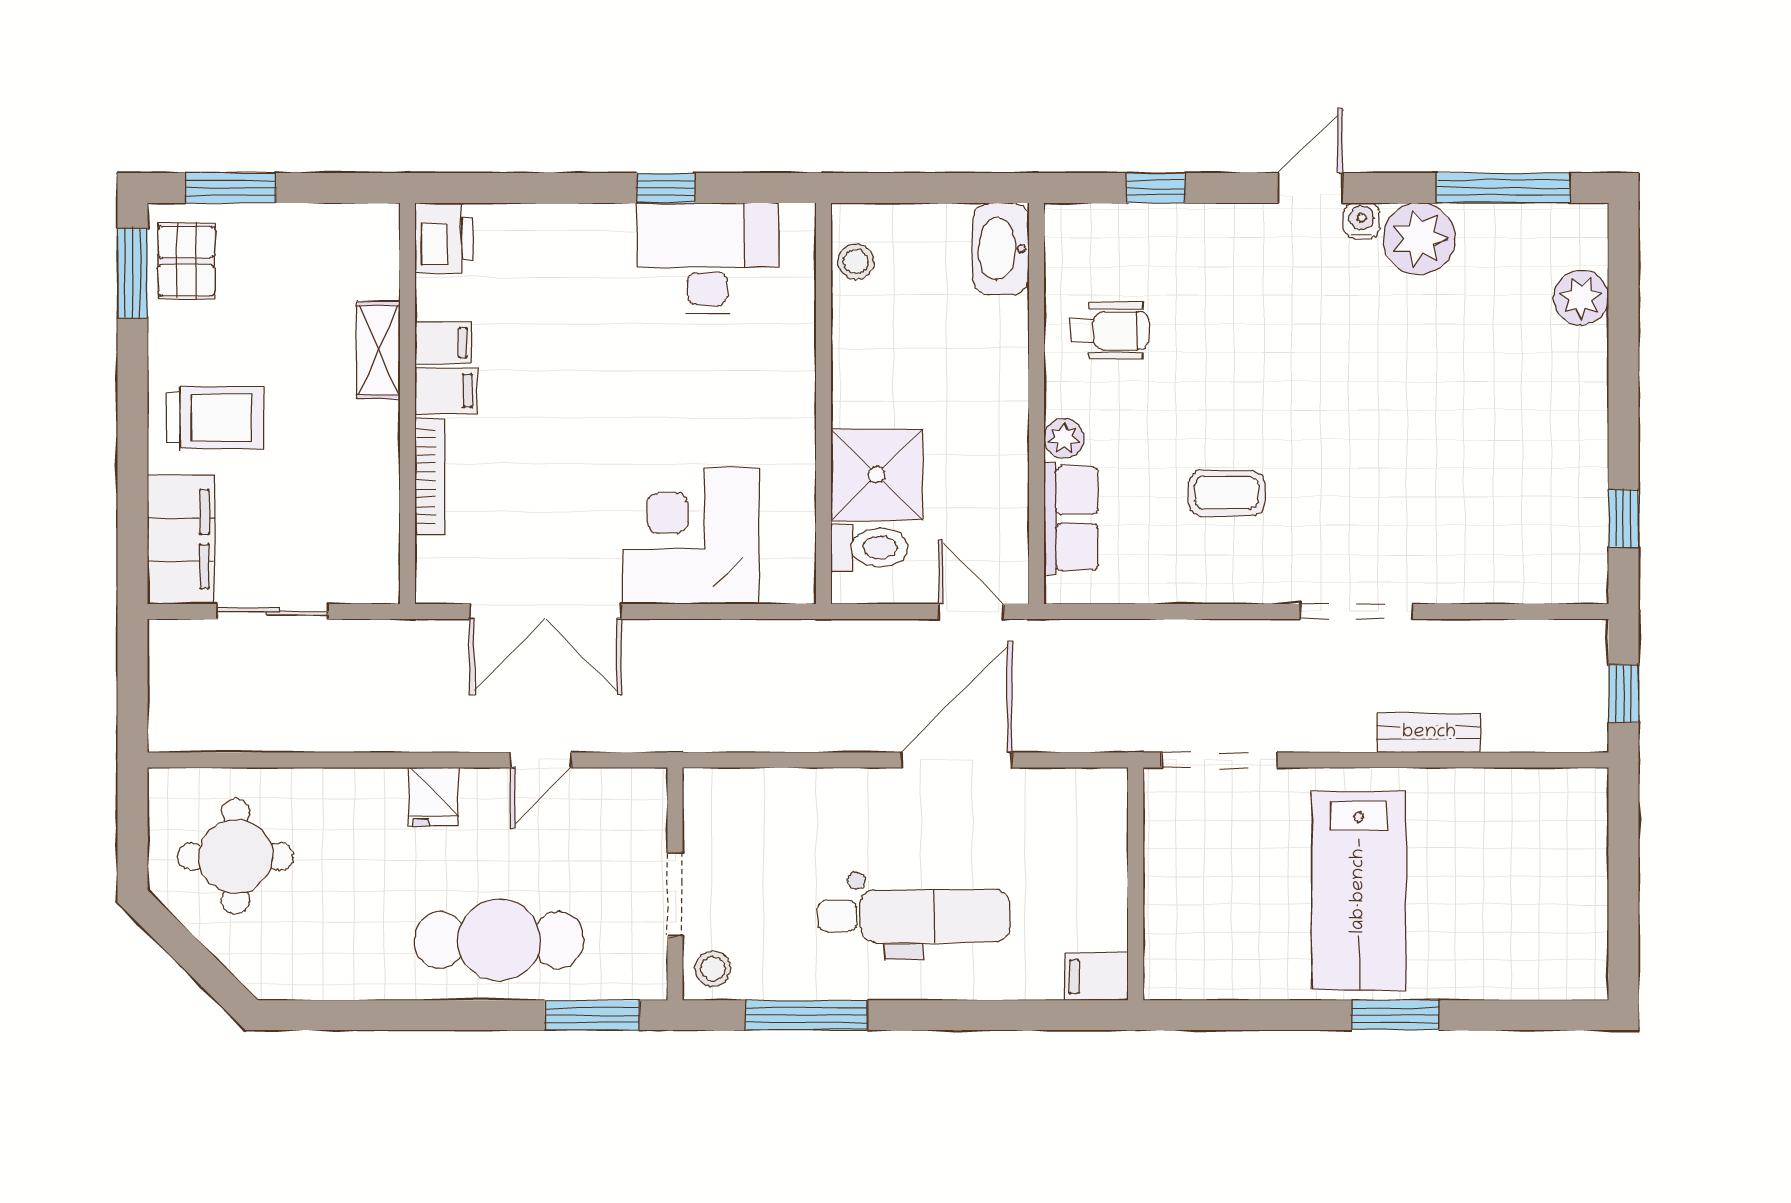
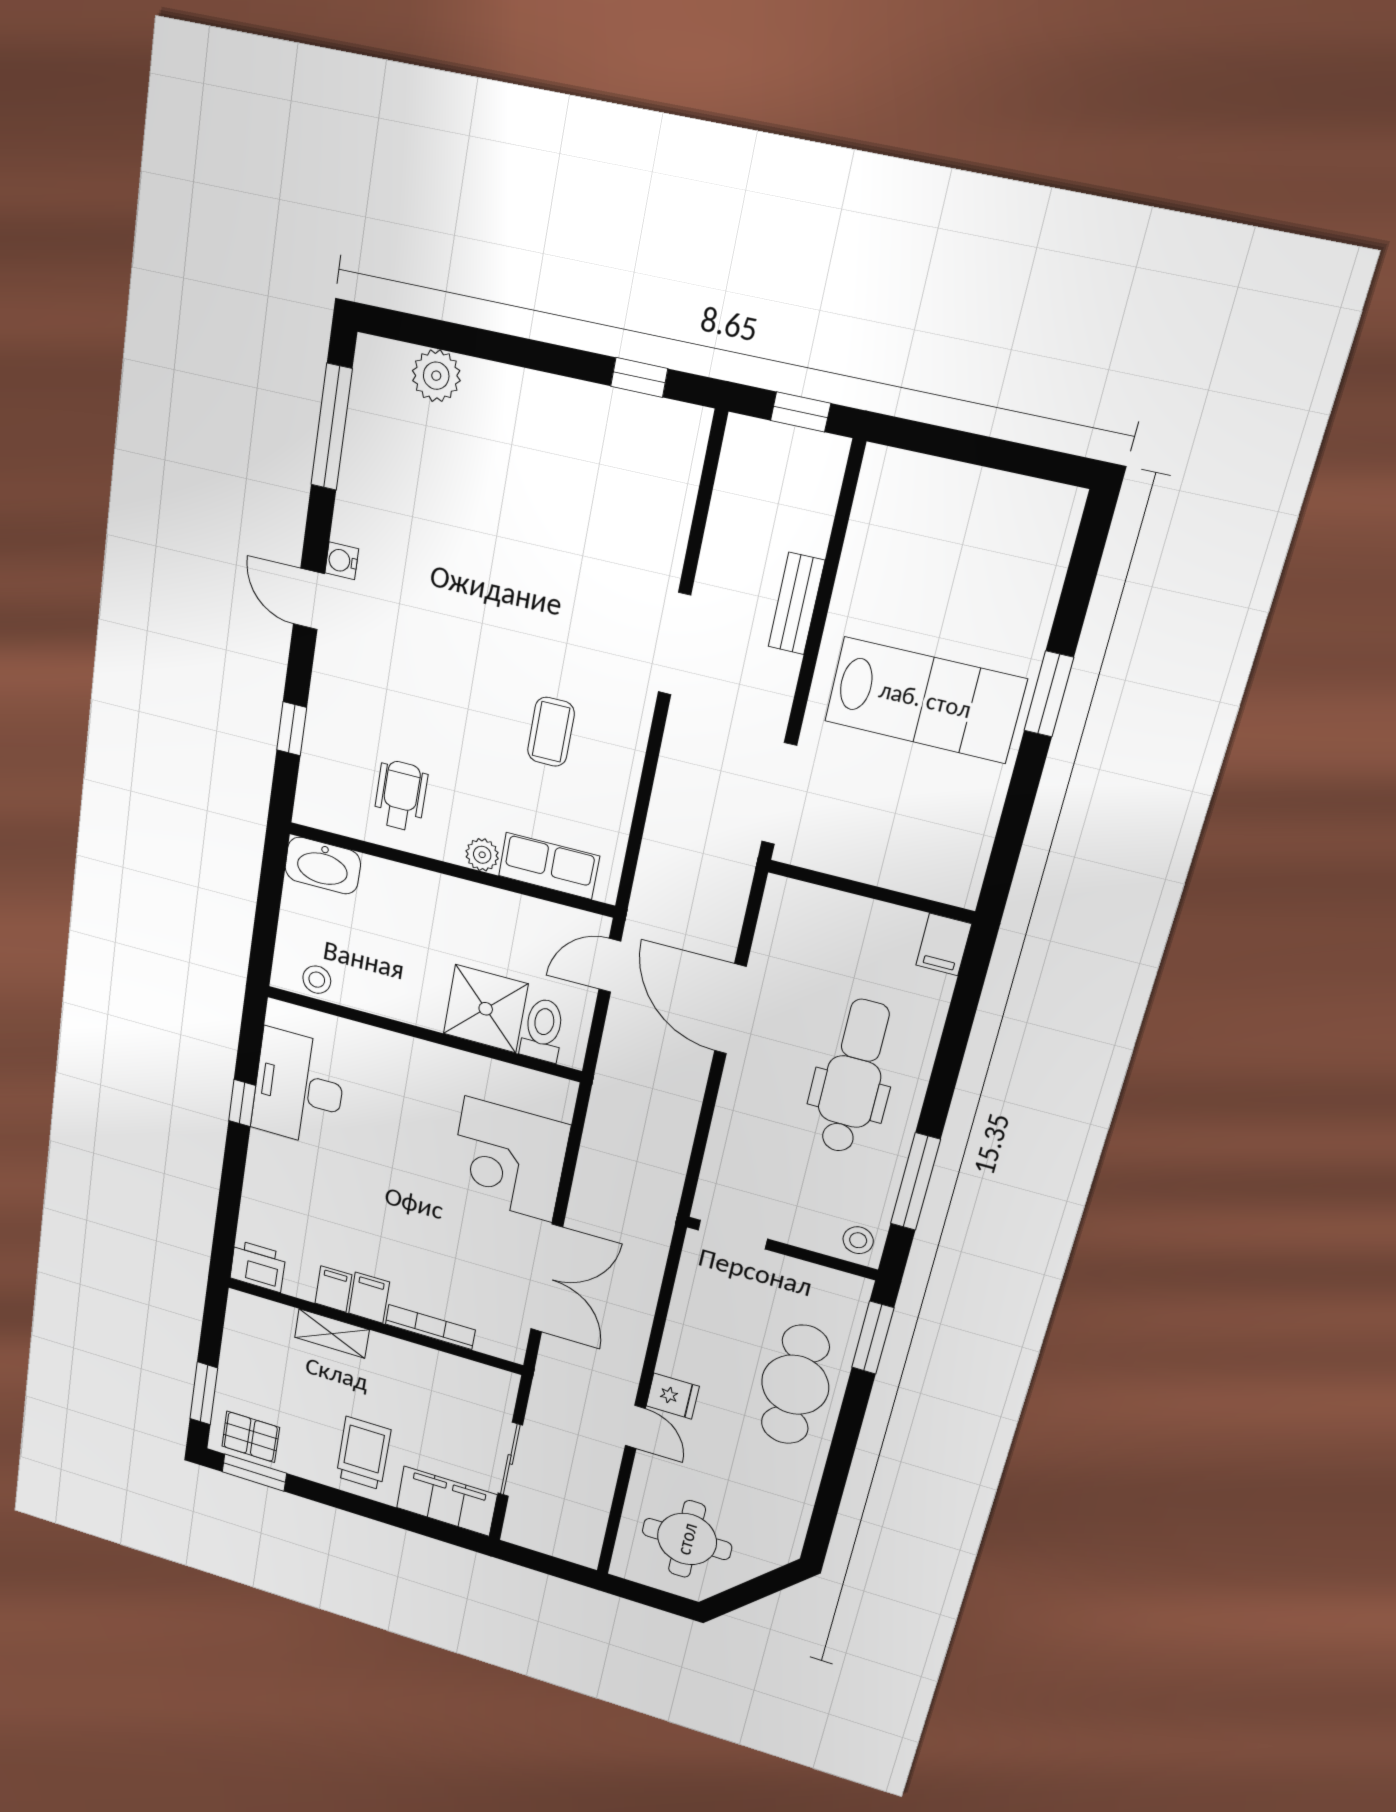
plant: (1419, 239) -> (364, 513), removed
door: (541, 760) -> (635, 1427), moved
doorway: (675, 894) -> (733, 1235), moved

